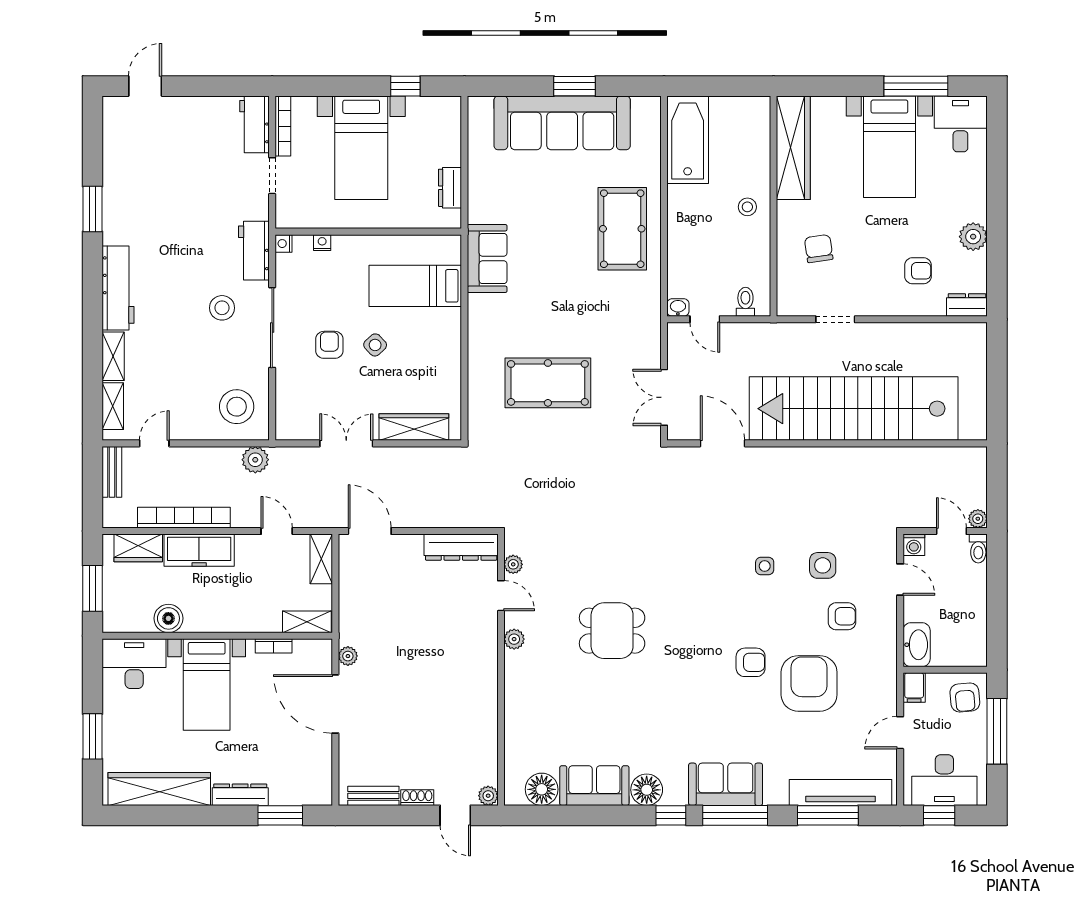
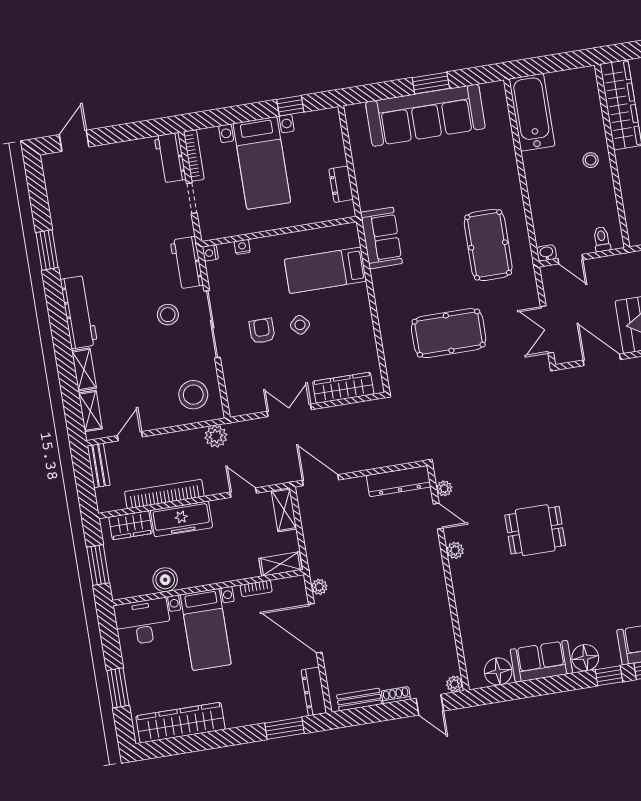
pool table: (622, 229) -> (488, 245), moved
dresser: (240, 795) -> (314, 691), moved, turned -90

